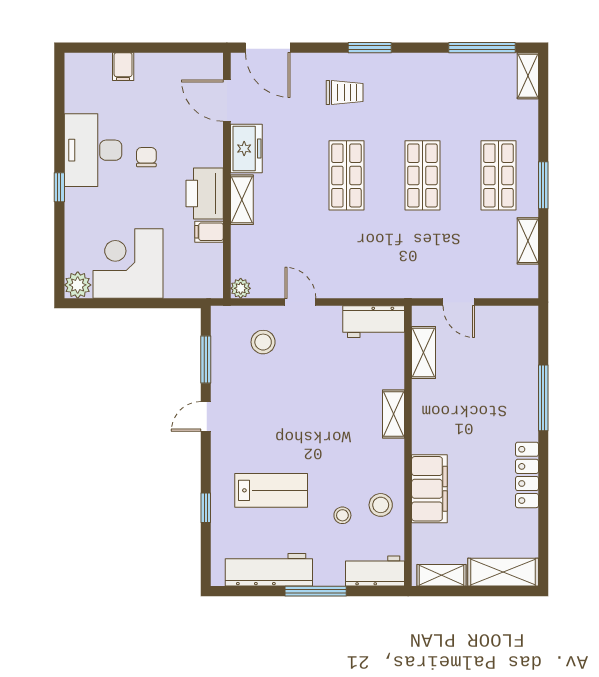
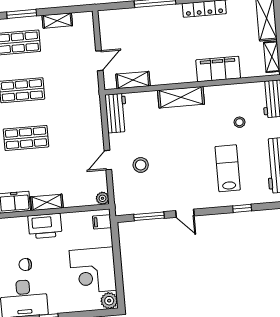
filing cabinet: (209, 232) -> (102, 222), moved, turned 90
stool: (263, 342) -> (141, 165), moved
shelving: (393, 414) -> (181, 97), width x1.50, depth x1.33
stool: (381, 505) -> (231, 99), removed

